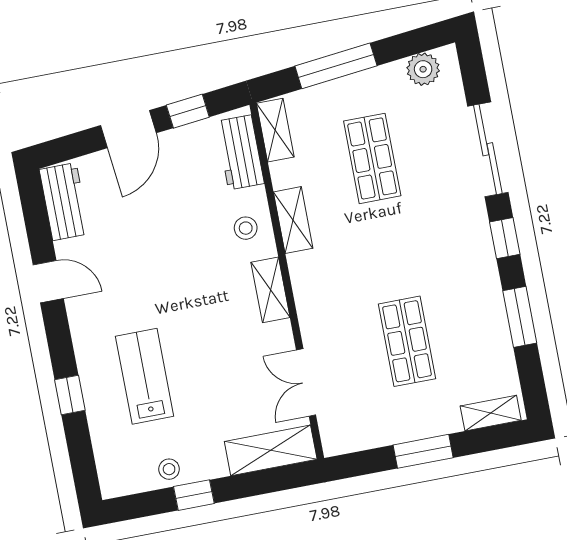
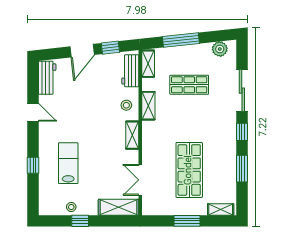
shop shelf: (372, 158) -> (189, 85), turned 90
shop shelf: (407, 341) -> (189, 170), width x1.43, depth x1.36

